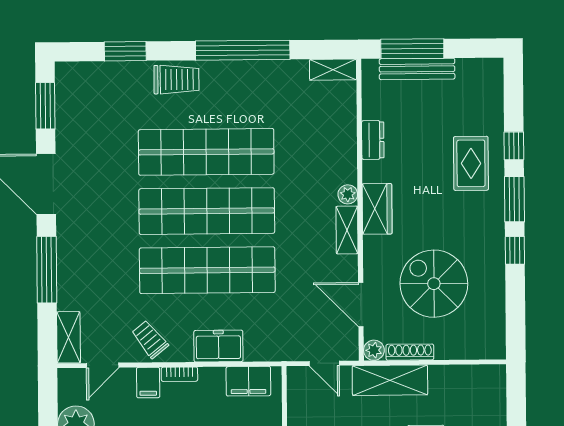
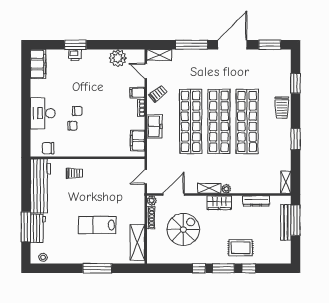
window: (243, 50) -> (295, 139), width x0.47
dresser: (373, 140) -> (256, 201), width x1.44
shelving: (390, 380) -> (137, 242), moved

